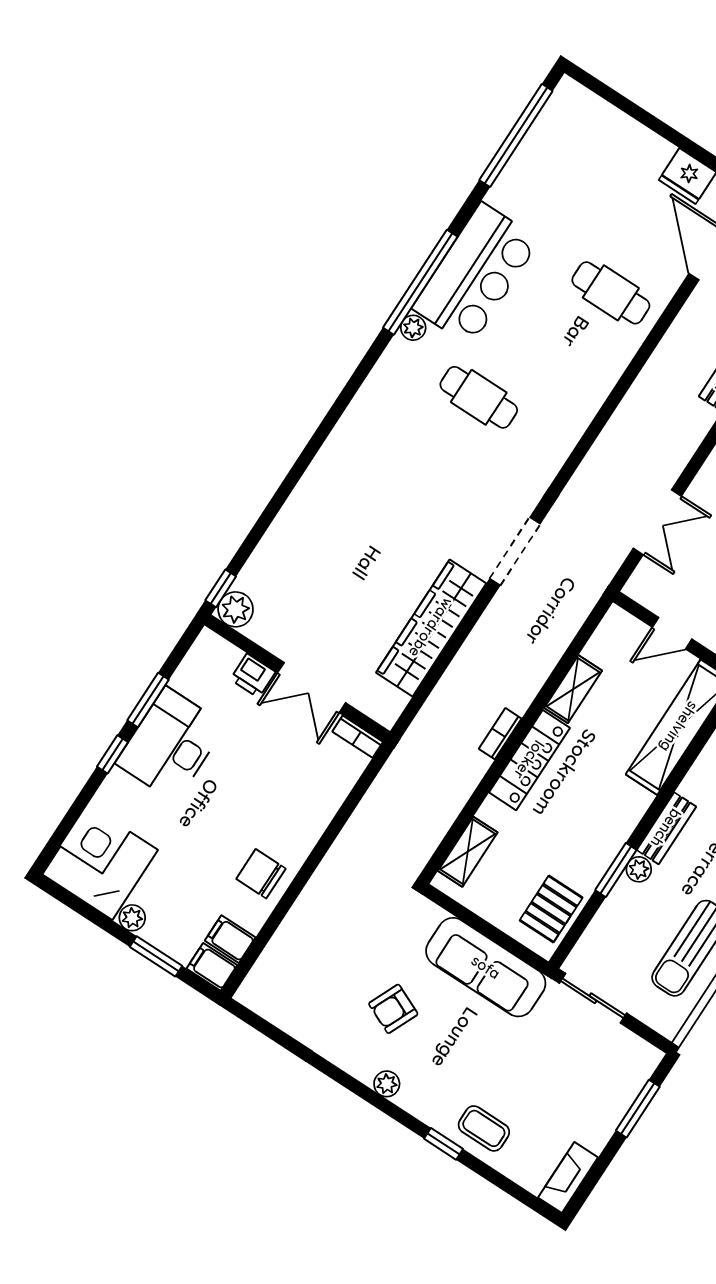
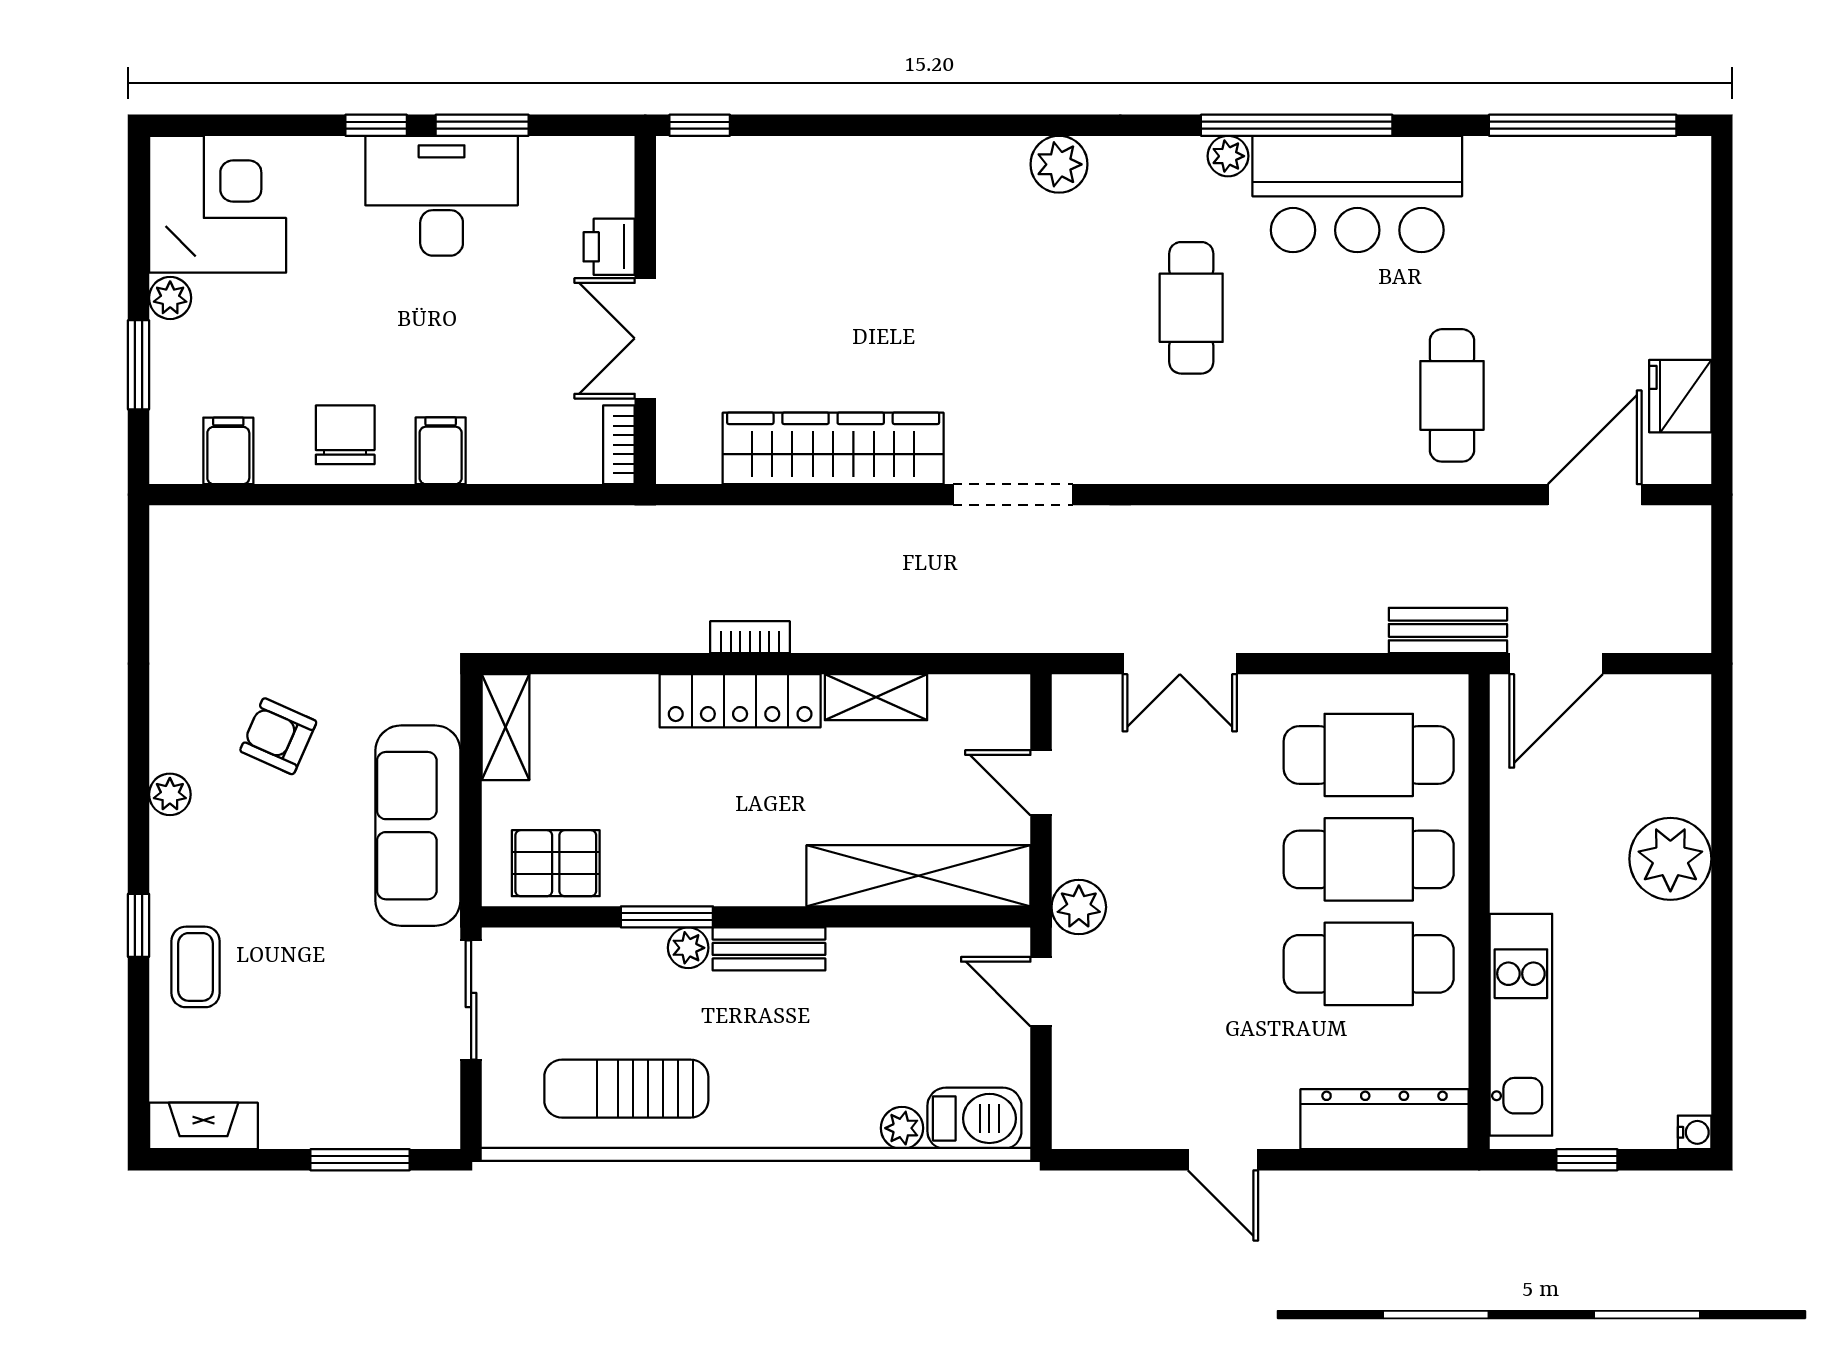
plant: (236, 609) -> (1059, 164), moved
shelving: (468, 852) -> (505, 727), moved, turned 90
filing cabinet: (212, 967) -> (441, 451), moved

